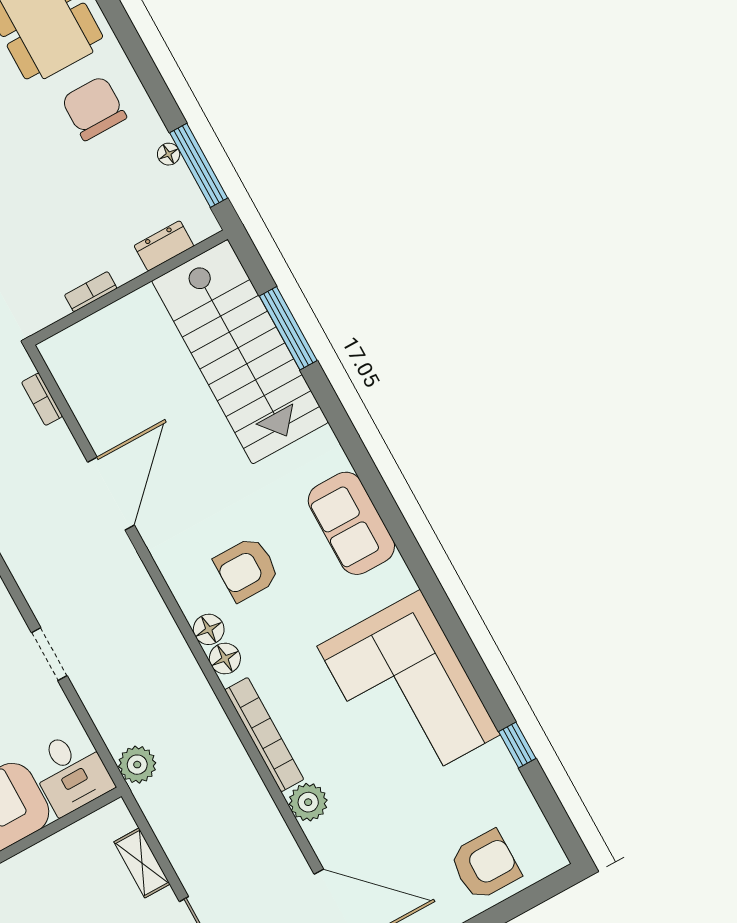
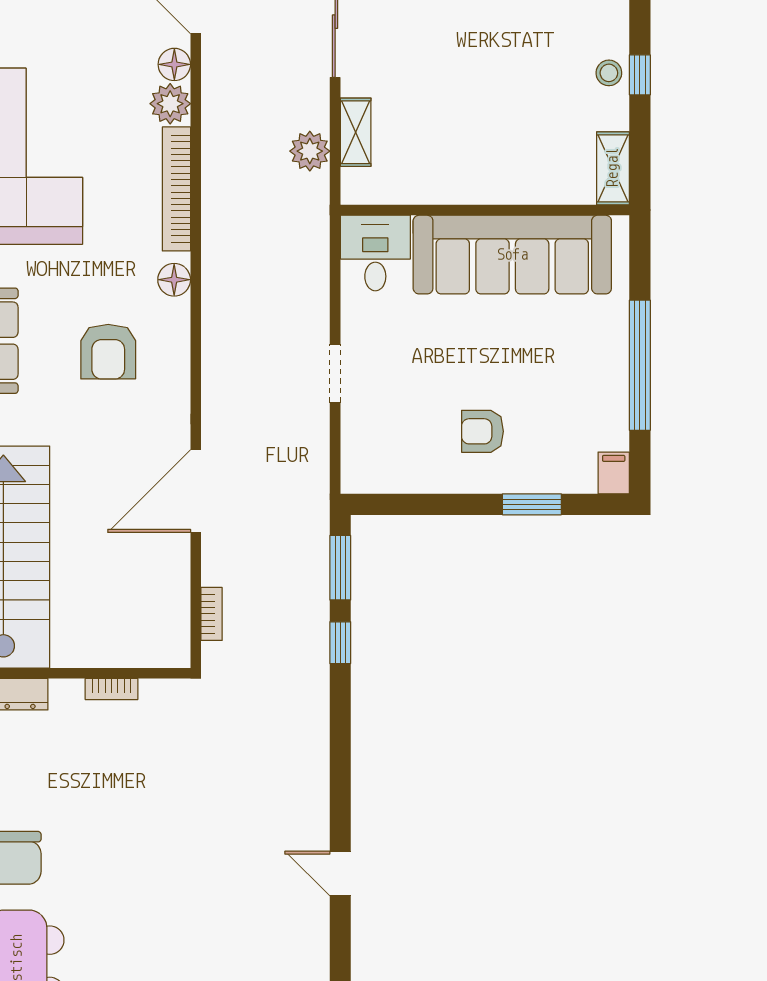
armchair: (247, 569) -> (108, 352), turned 90
floor lamp: (209, 629) -> (174, 64), moved
plant: (137, 765) -> (310, 151), moved

